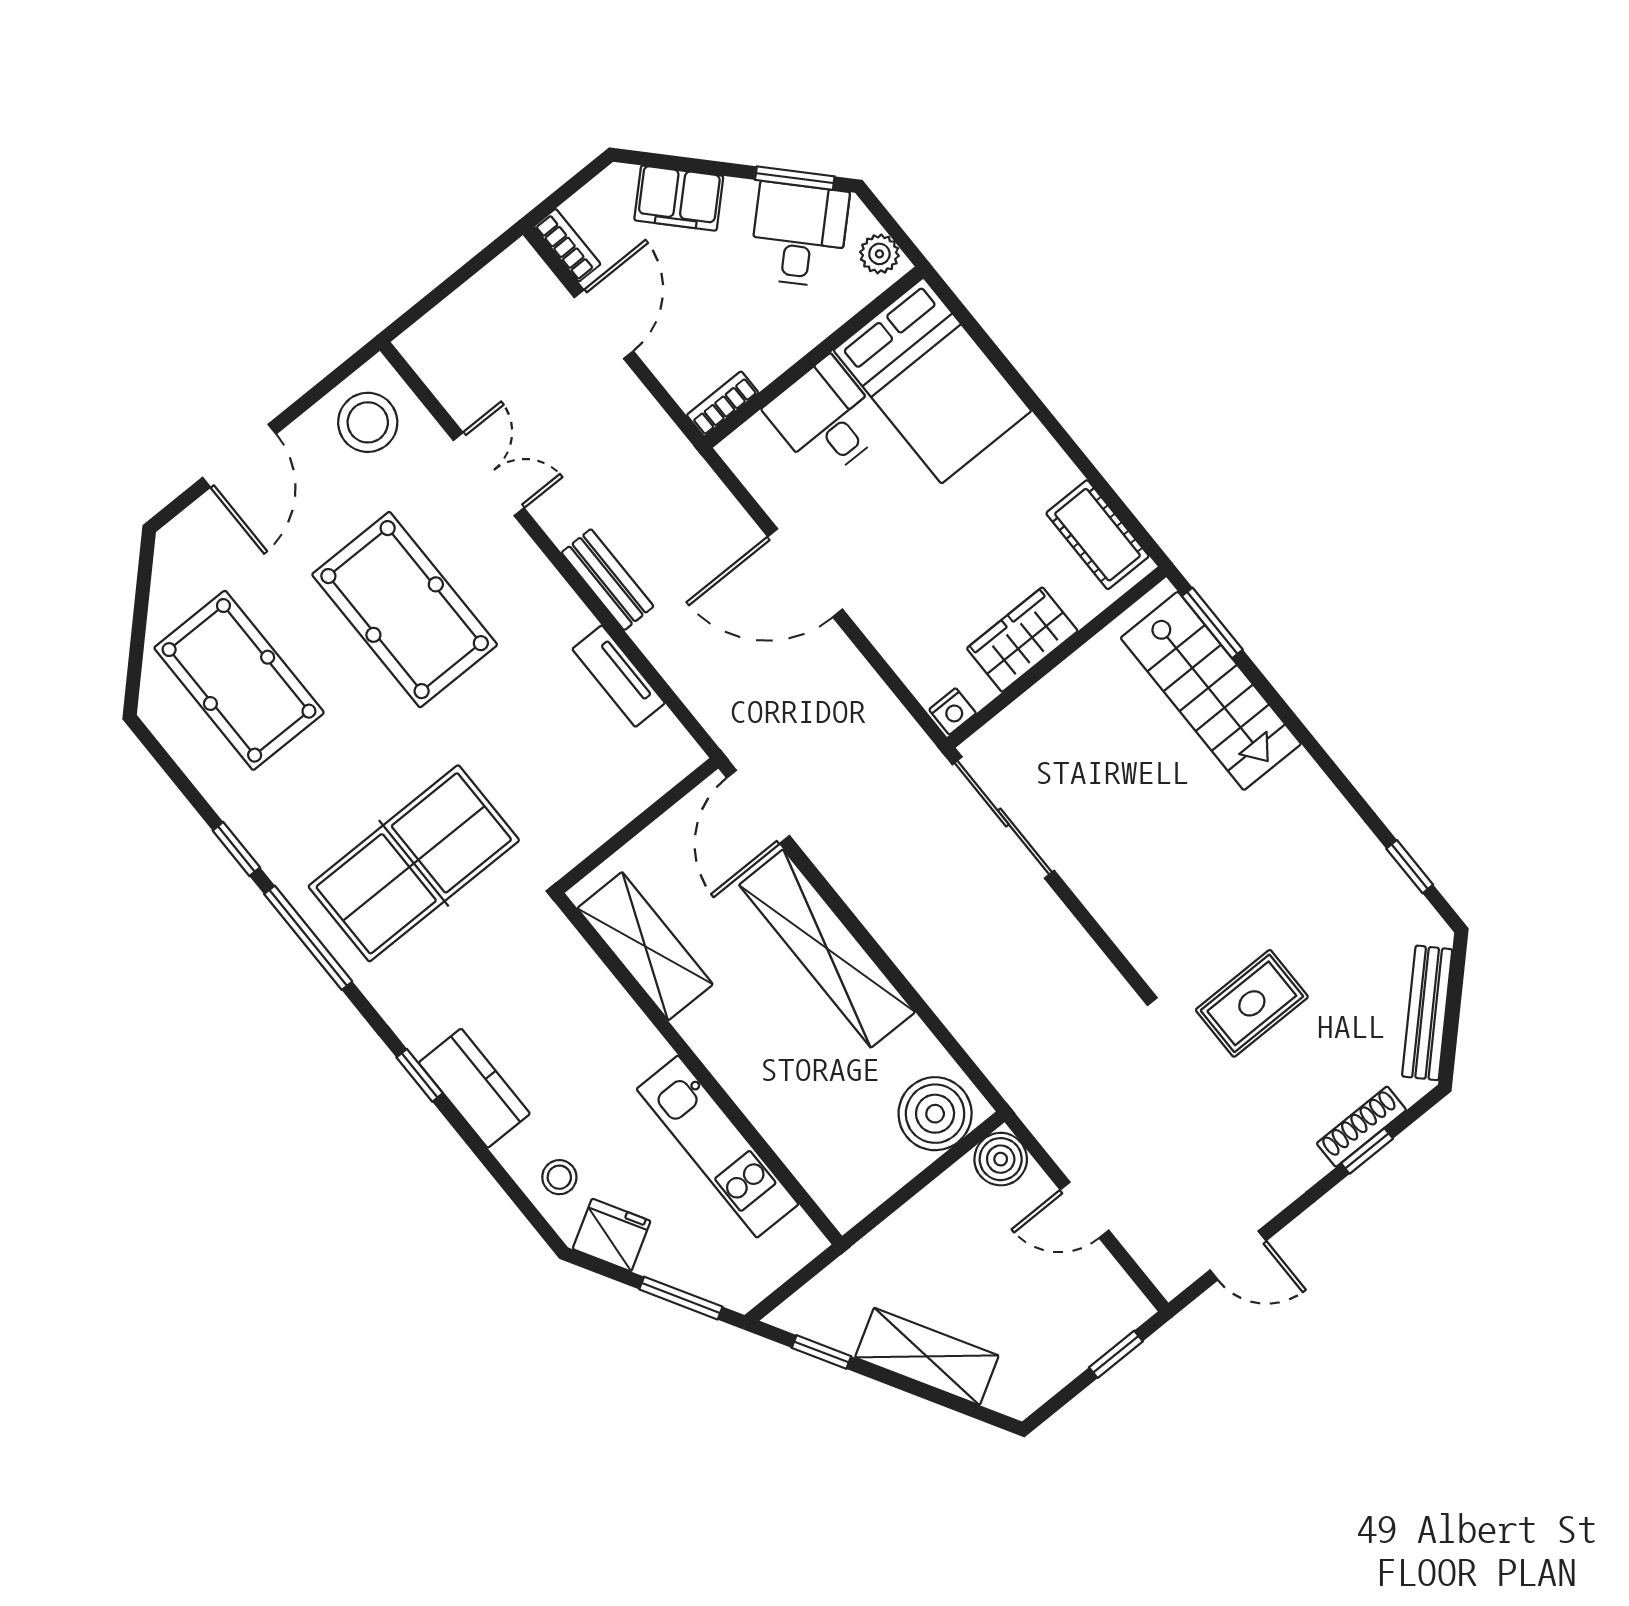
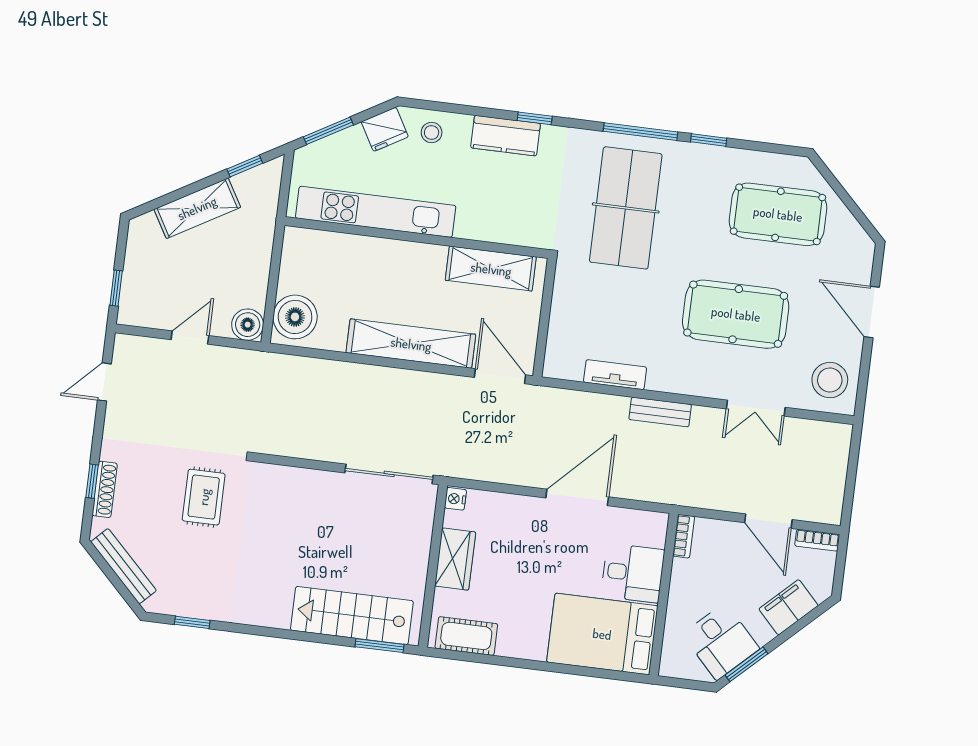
plant: (879, 254) -> (678, 667), removed
kitchen unit: (718, 1147) -> (376, 212), width x1.36

